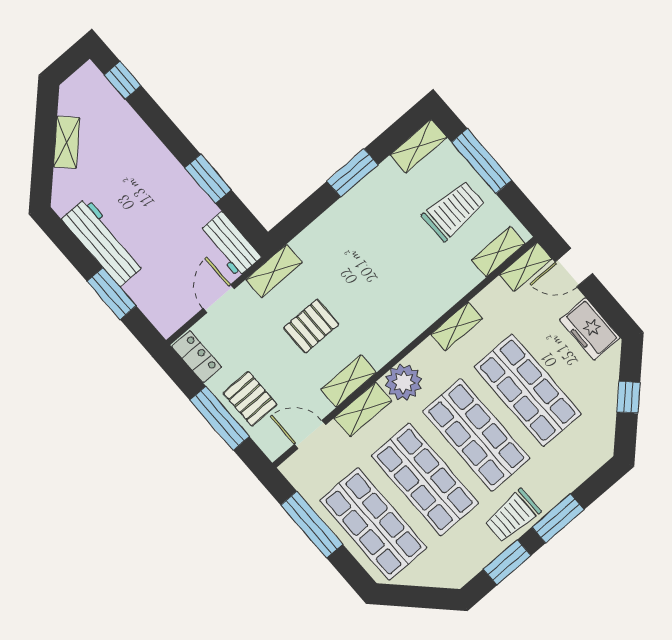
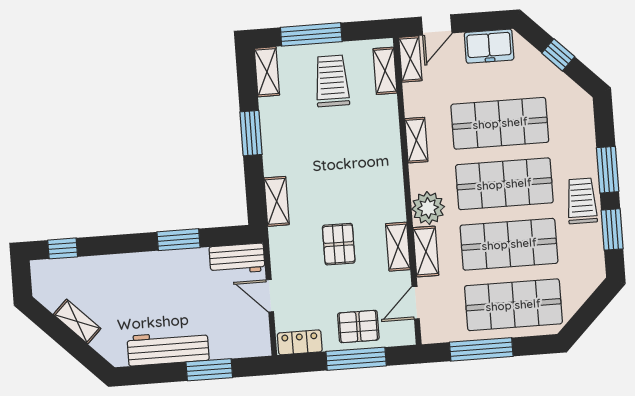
shelving: (274, 271) -> (277, 201), moved
trolley: (513, 516) -> (582, 201), turned 180

